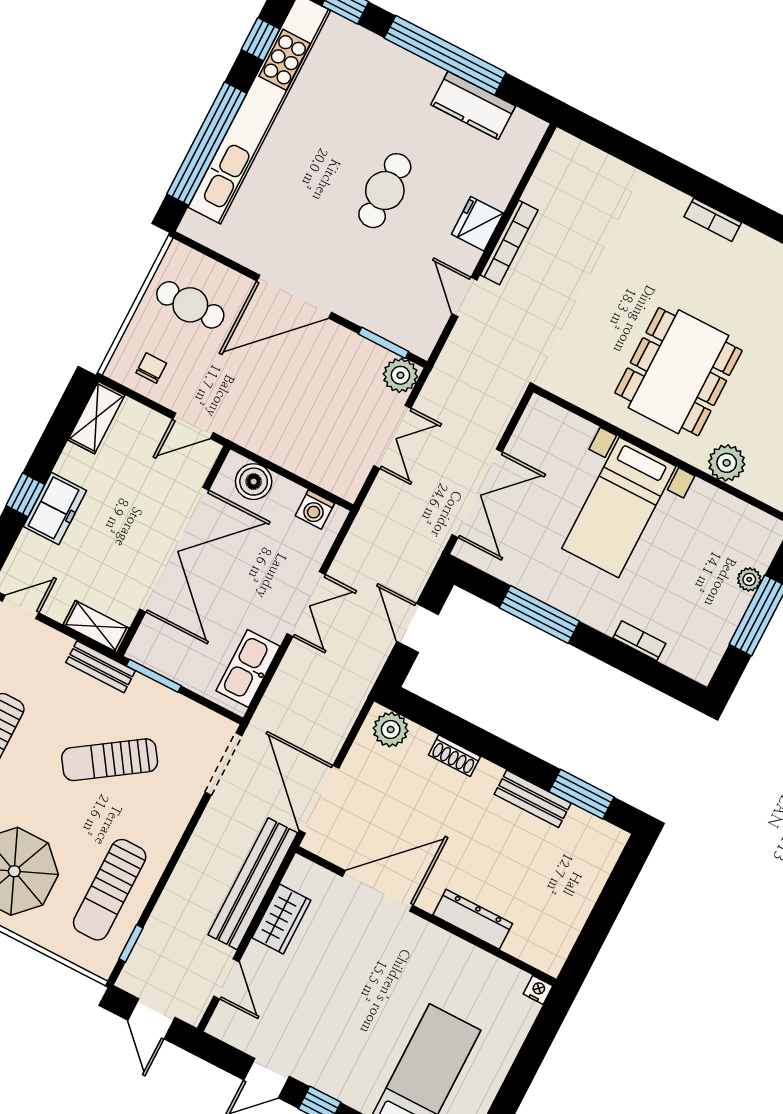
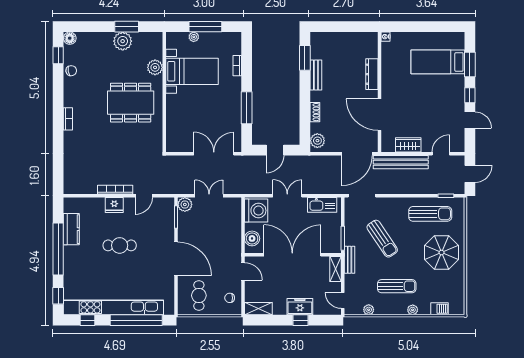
bed with nightstands: (619, 507) -> (192, 71), moved
washing machine: (315, 509) -> (256, 211), width x1.89, depth x1.89

